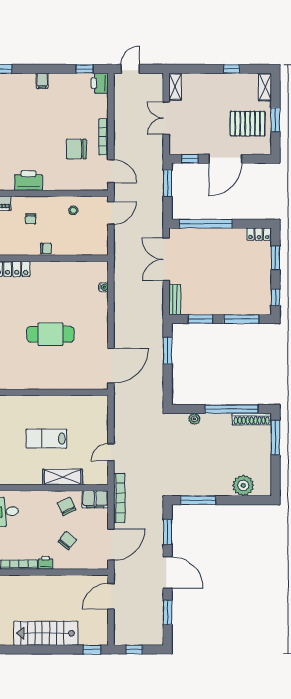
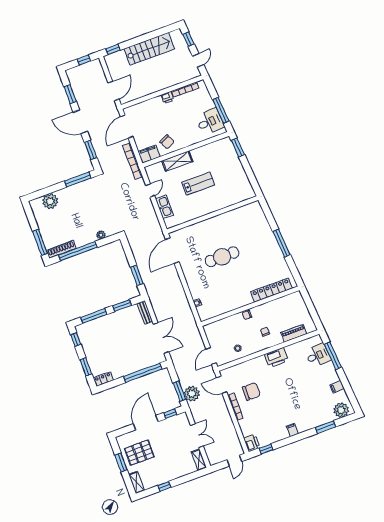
plant: (153, 174) -> (192, 394), added
kitchen sink: (100, 425) -> (164, 207), added
chair: (67, 541) -> (158, 118), removed

